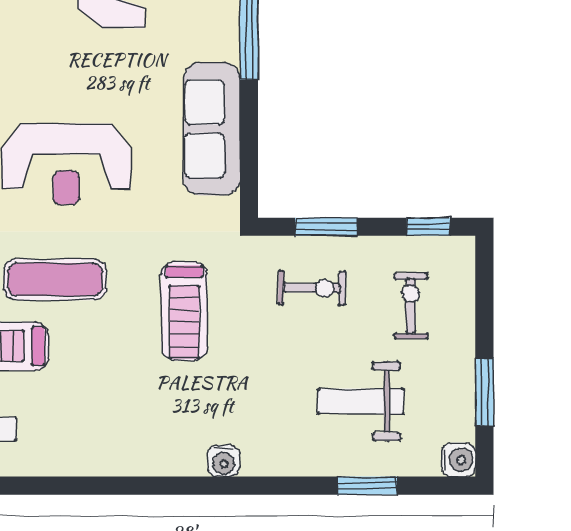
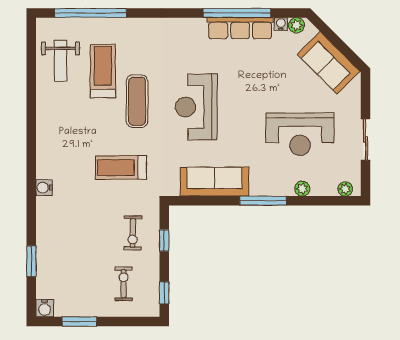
window: (326, 227) -> (164, 240), width x0.67
exercise bike: (411, 306) -> (123, 284), turned -90
weight bench: (361, 401) -> (75, 258), removed

